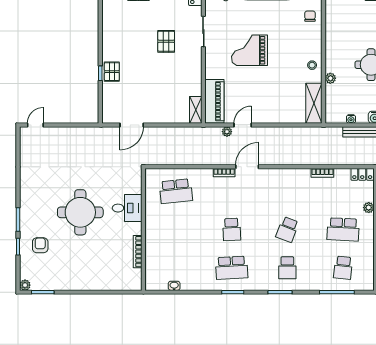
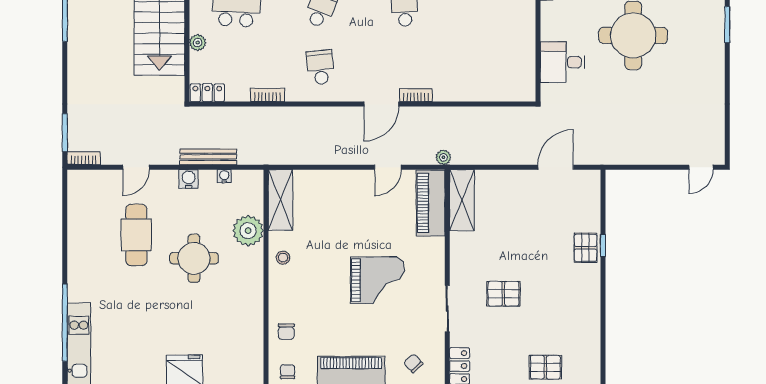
pallet: (166, 41) -> (503, 294), turned 90
plant: (330, 78) -> (248, 231), width x1.87, depth x1.87
shelving: (196, 110) -> (462, 200), width x1.50, depth x1.33
plant: (227, 132) -> (443, 157), moved
school desk: (176, 191) -> (320, 67), moved, width x0.54
desk: (127, 208) -> (562, 62), moved

